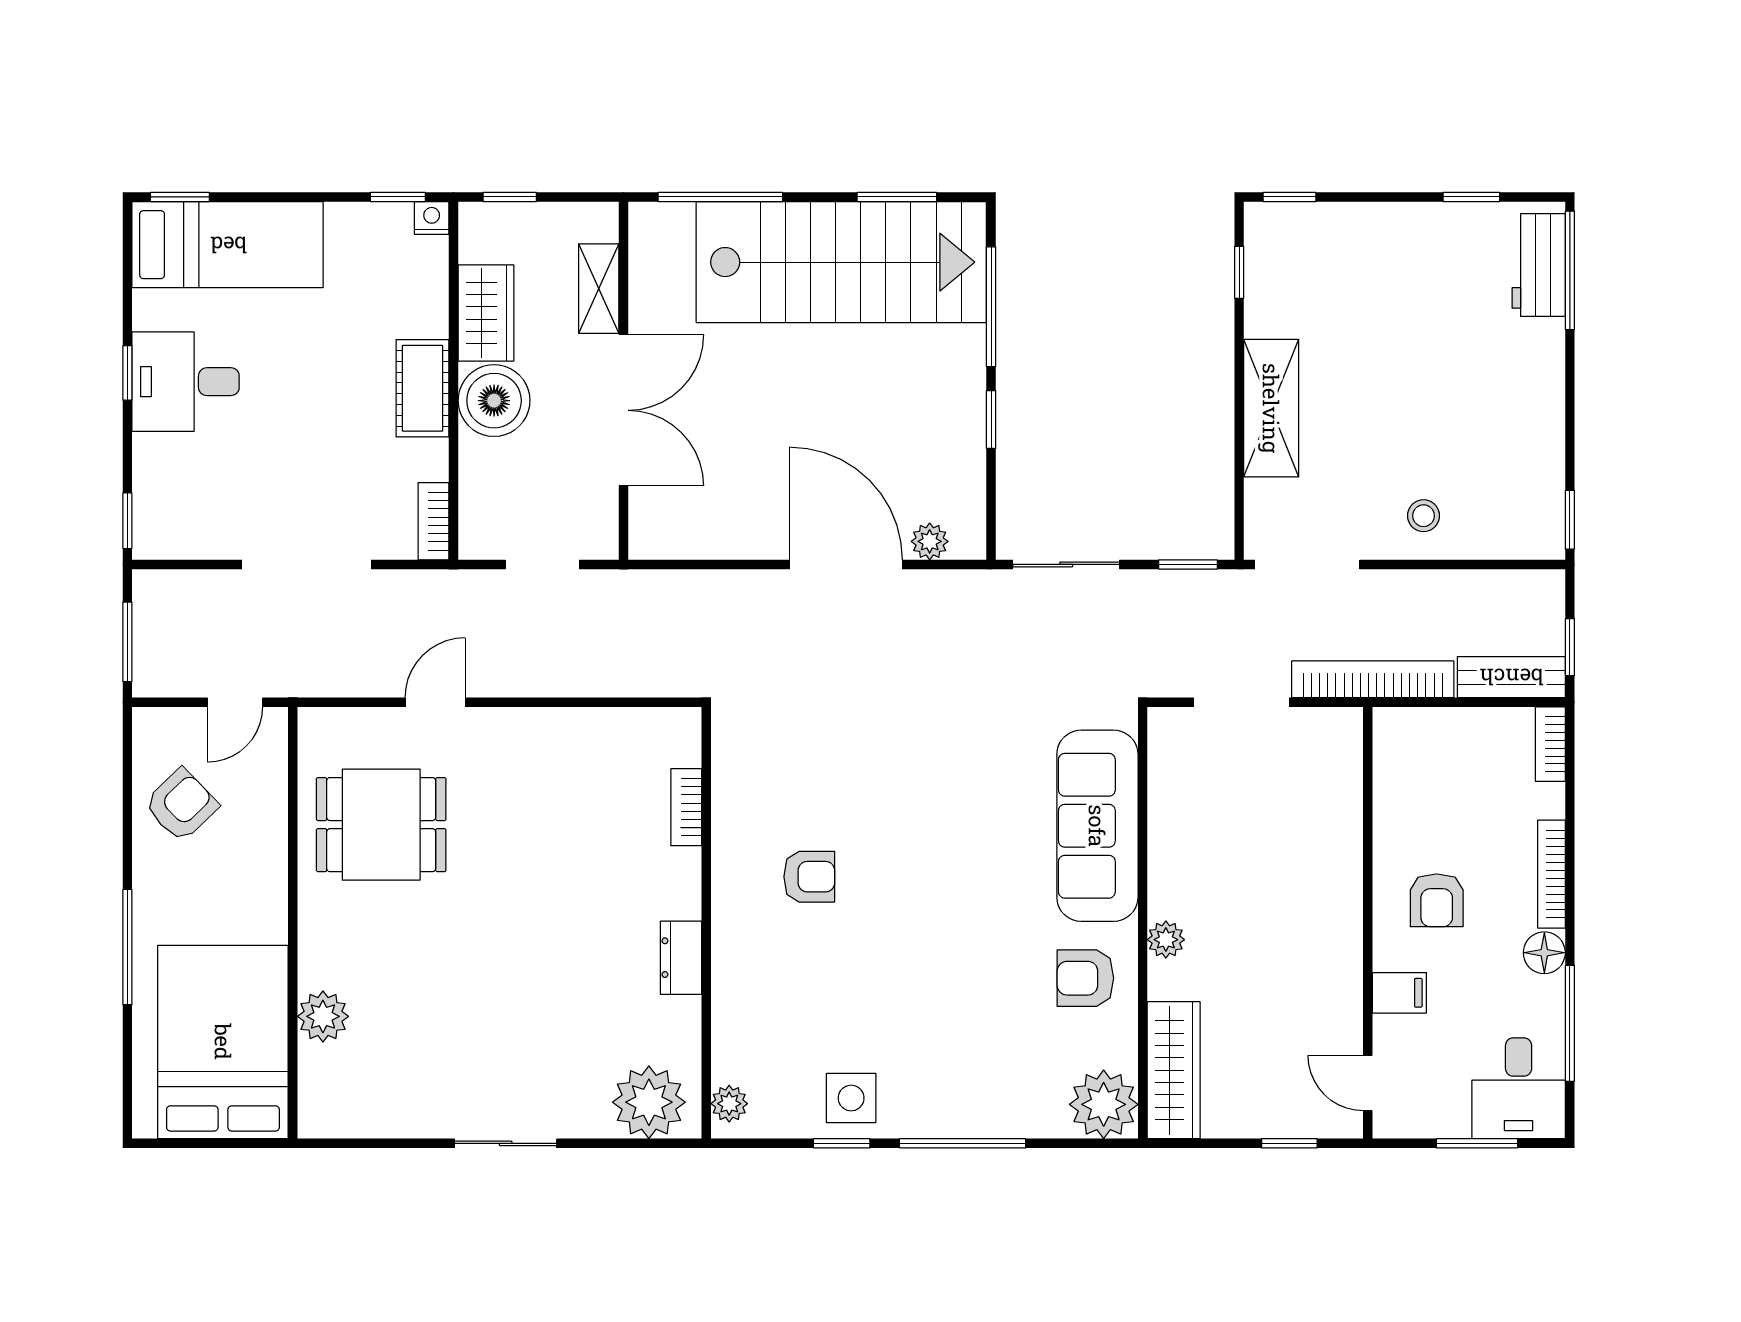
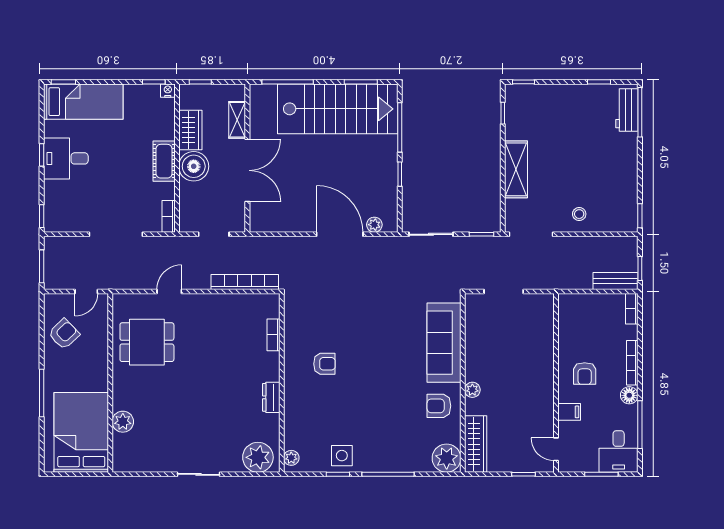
bookcase: (1373, 679) -> (245, 282), moved

